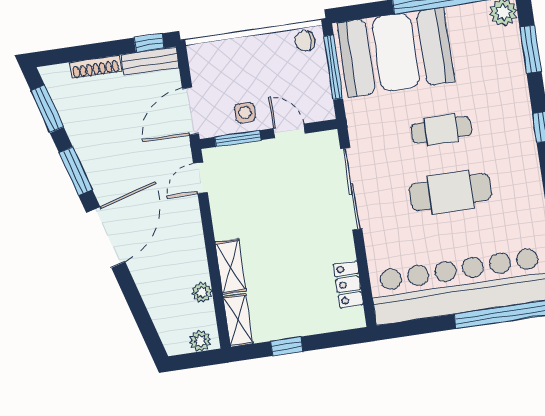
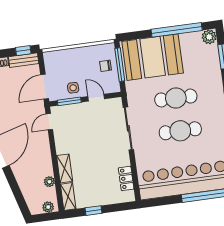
chair: (305, 41) -> (106, 66), moved
cafe table: (441, 130) -> (176, 98), width x1.37, depth x1.35

